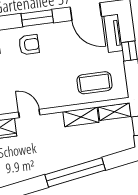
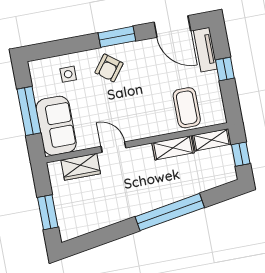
armchair: (29, 45) -> (109, 68), turned 127
coffee table: (95, 83) -> (187, 108), turned 90

